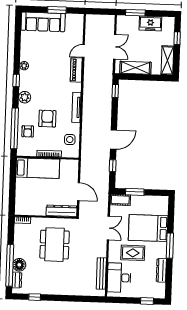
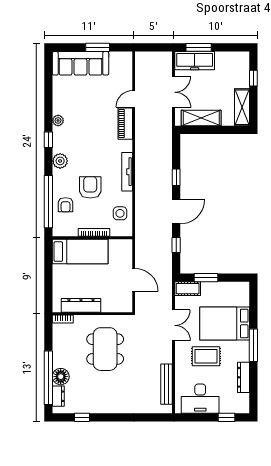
freezer: (150, 23) -> (195, 61), moved, width x1.40
window: (115, 91) -> (176, 177), moved
dresser: (62, 211) -> (81, 305), moved
desk: (119, 278) -> (200, 399), moved, turned -90

